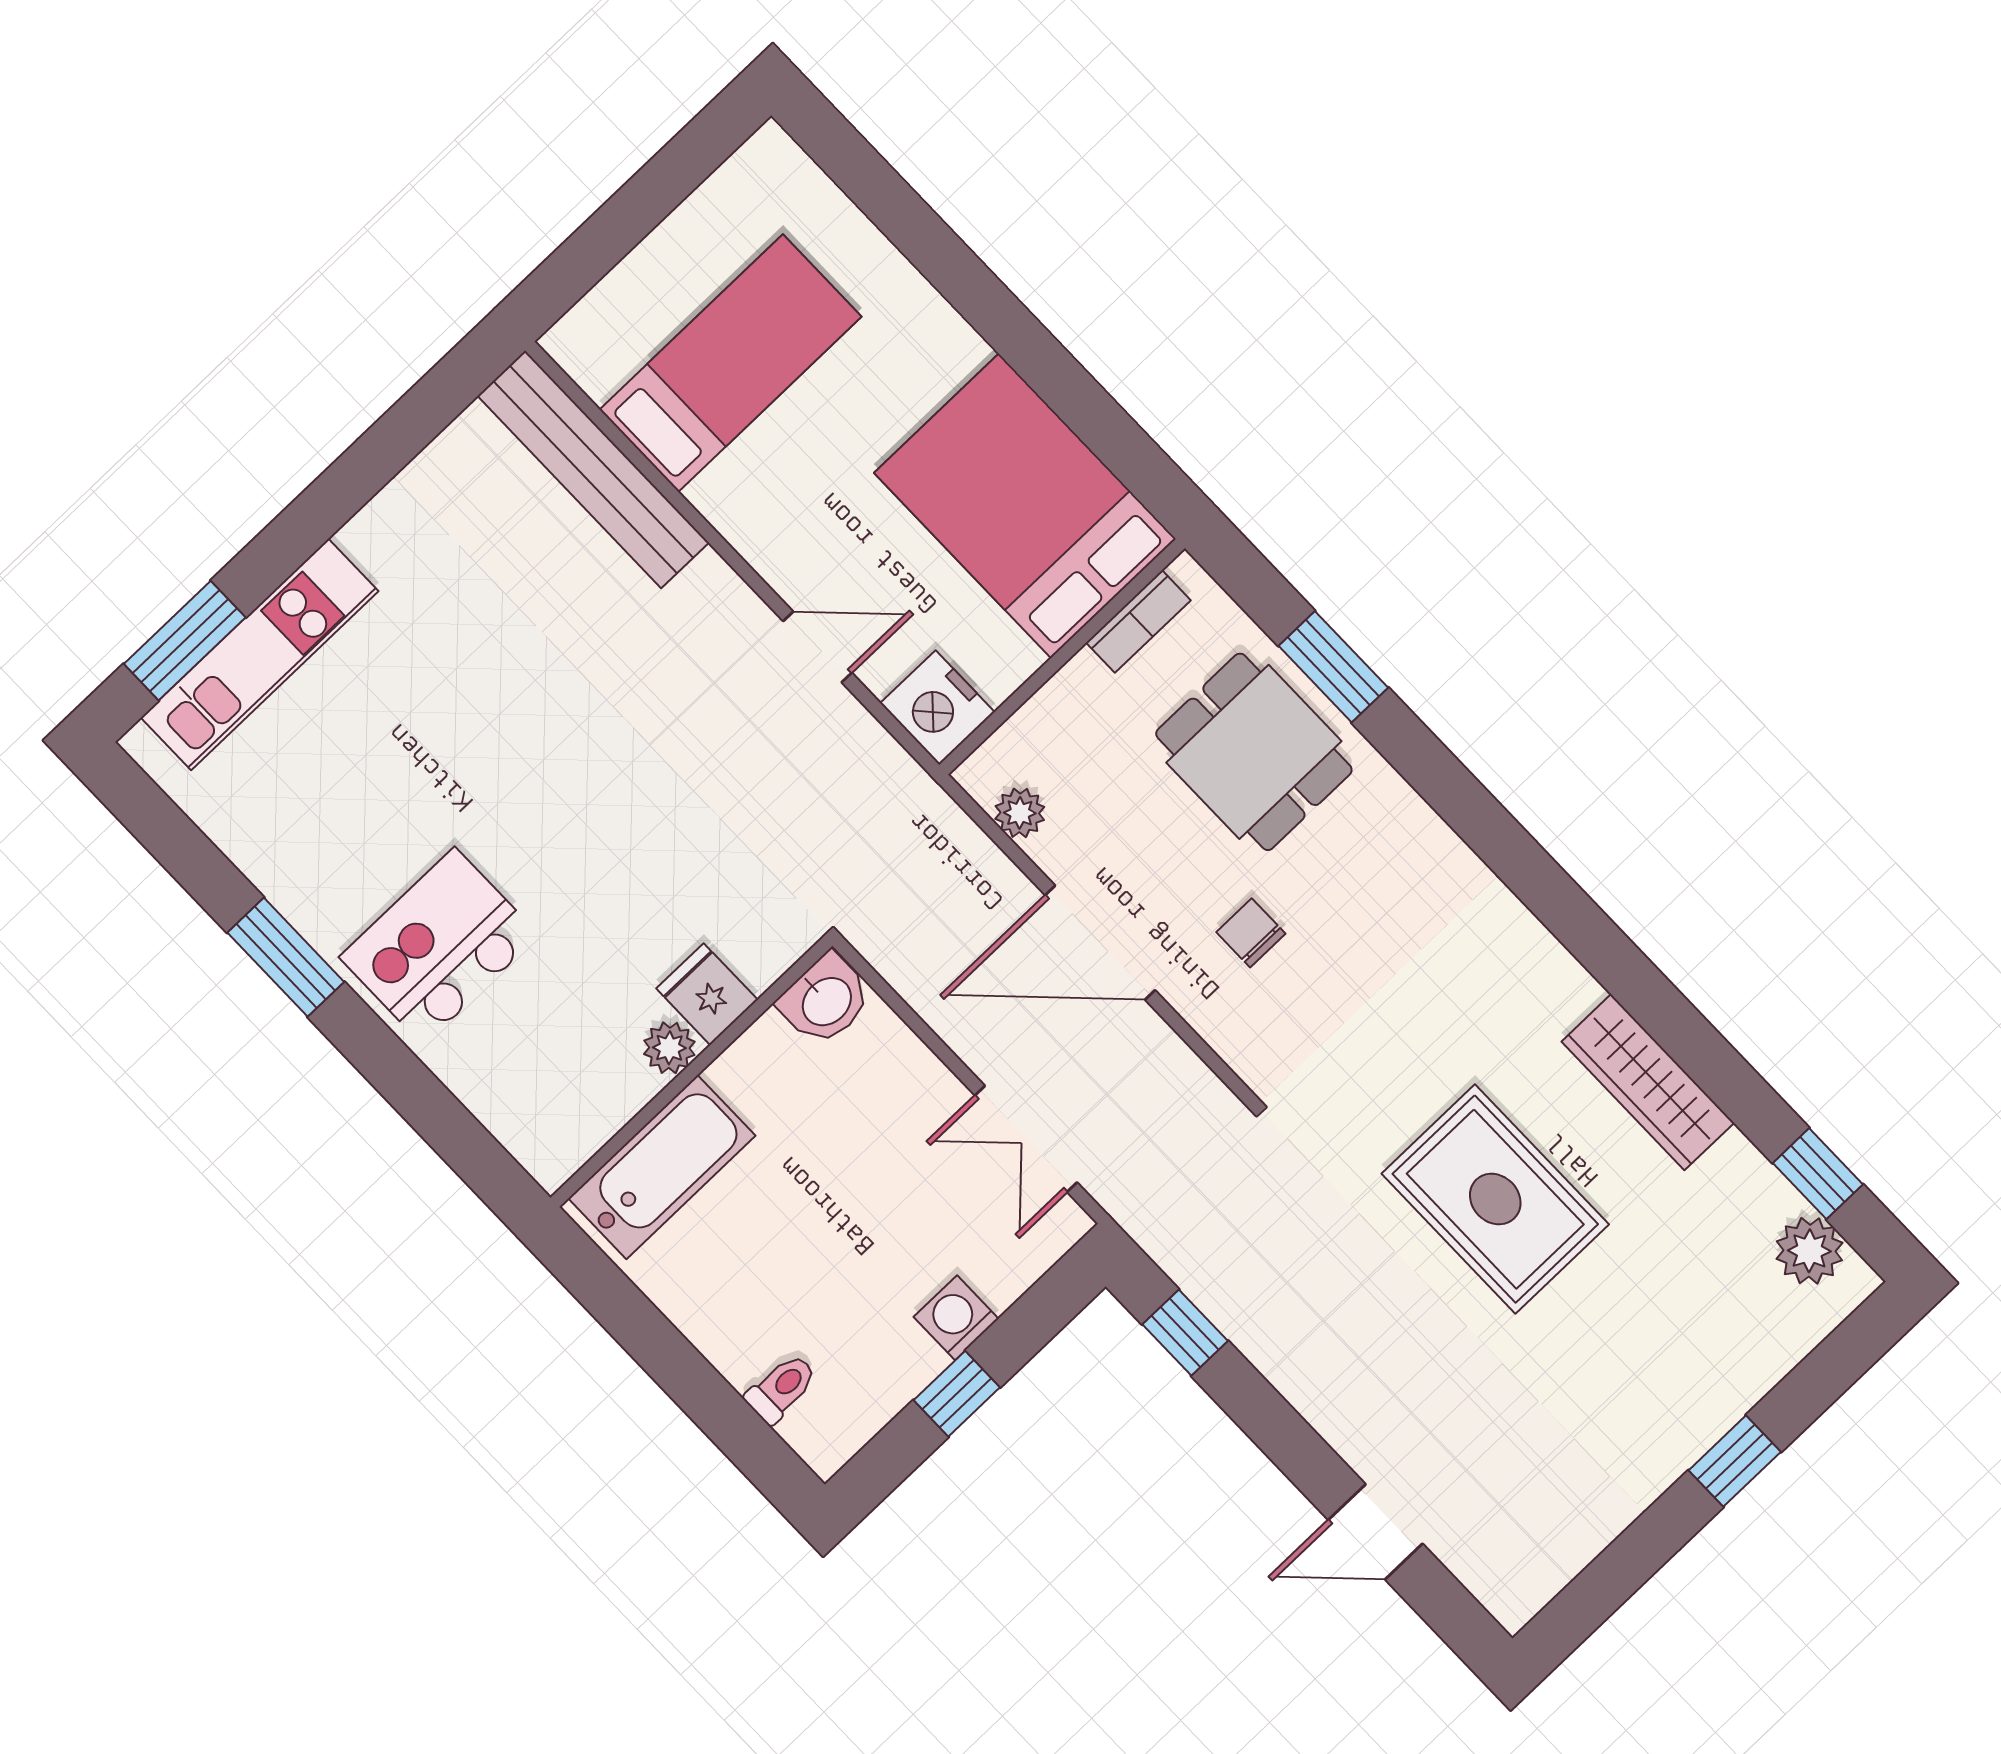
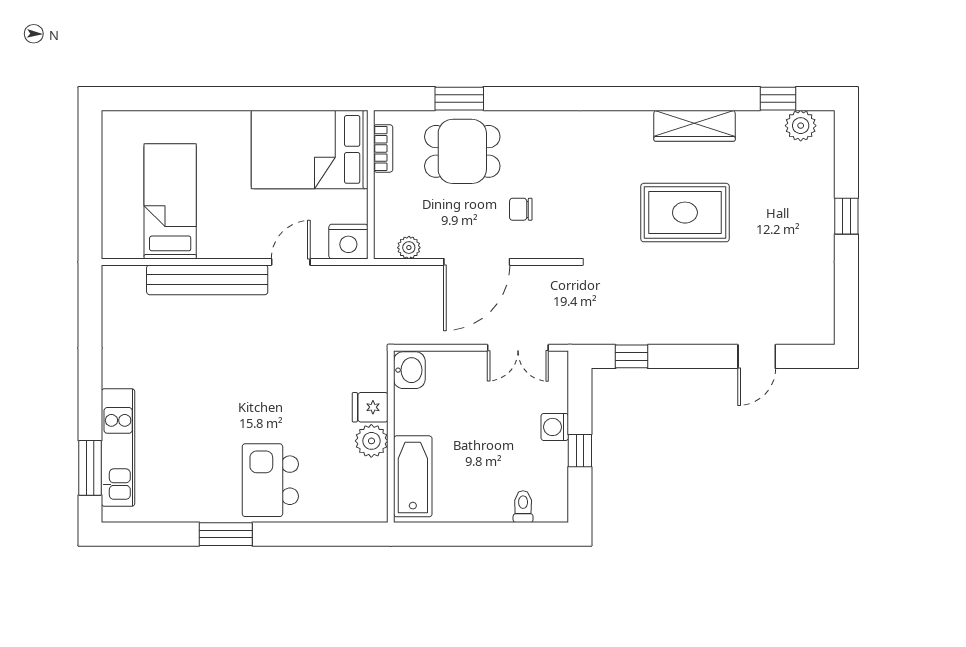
bench: (593, 469) -> (207, 280), moved
plant: (669, 1048) -> (371, 441), width x1.38, depth x1.38

